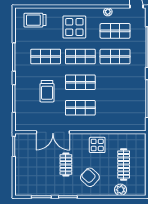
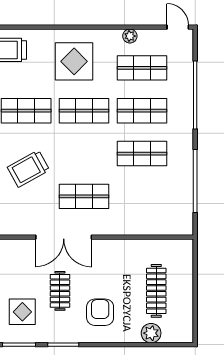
shop shelf: (80, 82) -> (142, 154), moved
trolley: (47, 91) -> (28, 169), turned 61
double door: (53, 132) -> (64, 237), moved
display table: (97, 145) -> (22, 312), moved
armchair: (90, 177) -> (100, 312), turned 47

